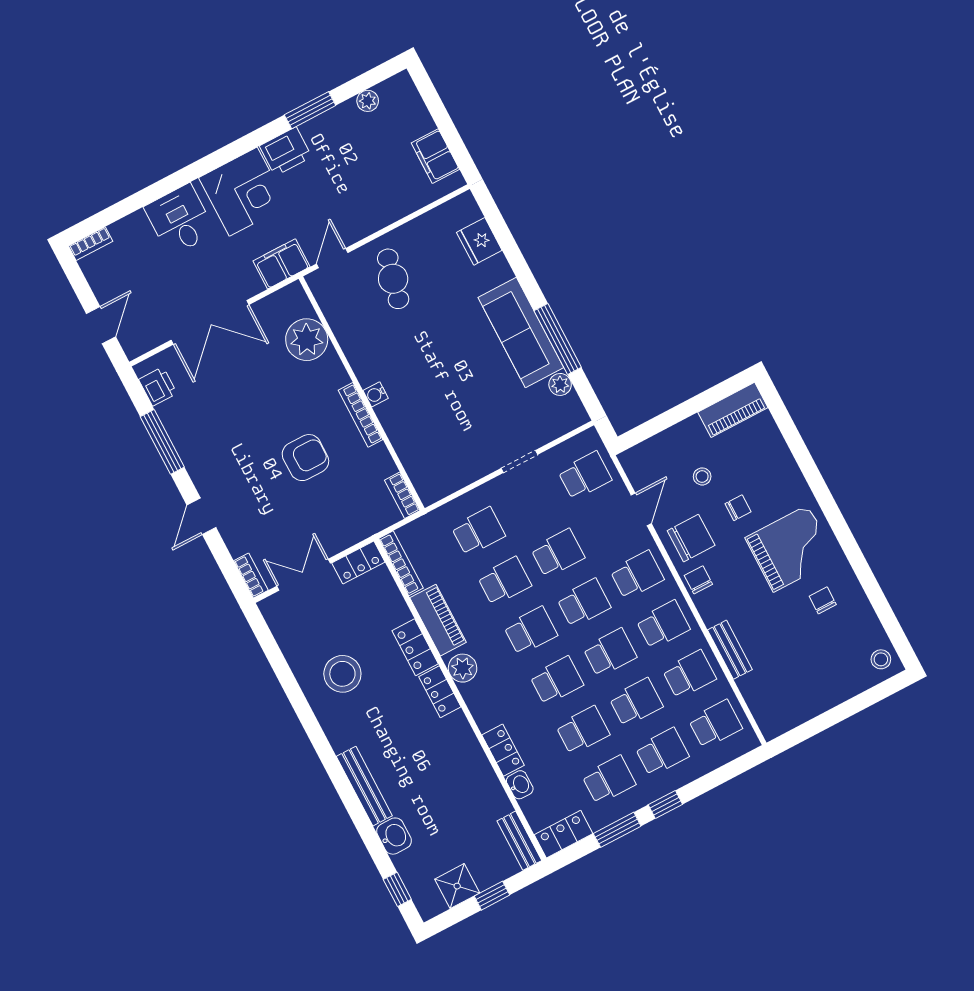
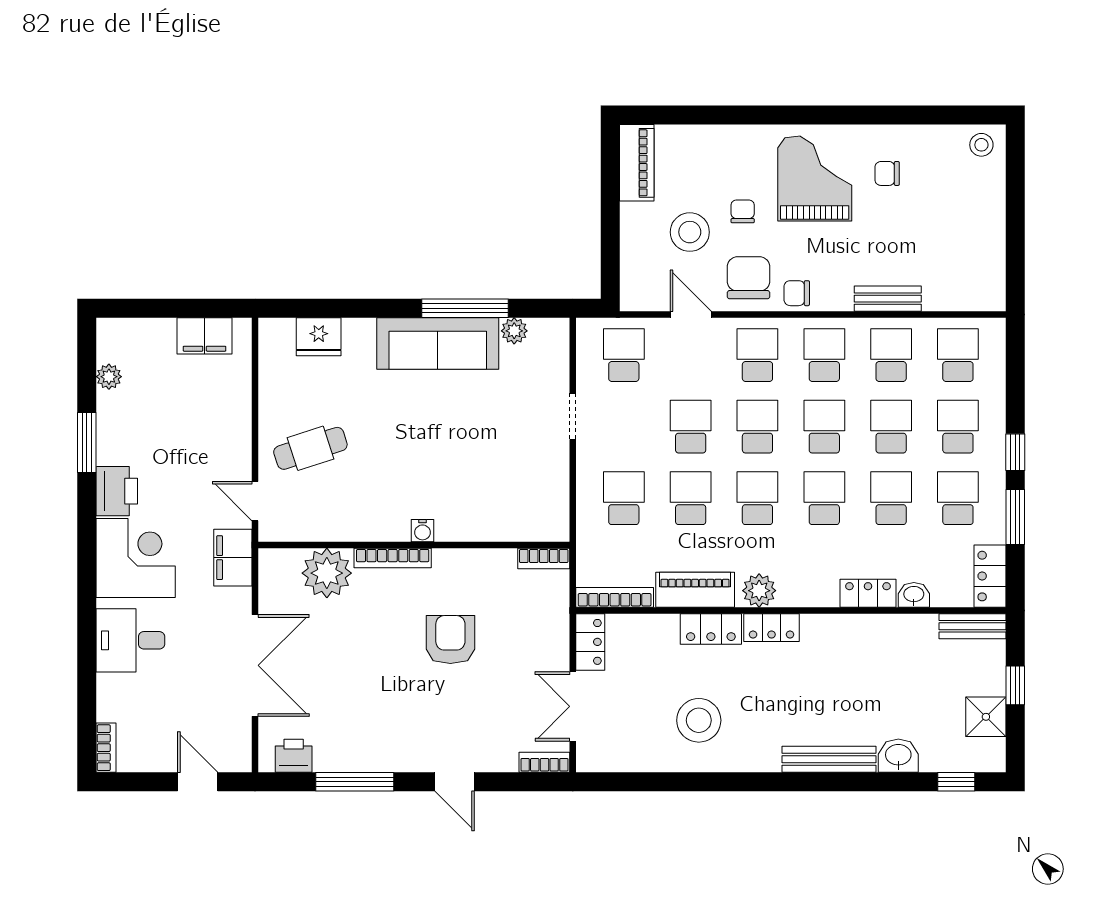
cafe table: (393, 279) -> (310, 448), turned -31
bookcase: (361, 415) -> (393, 558), moved
stool: (702, 476) -> (690, 232), width x1.89, depth x1.89

